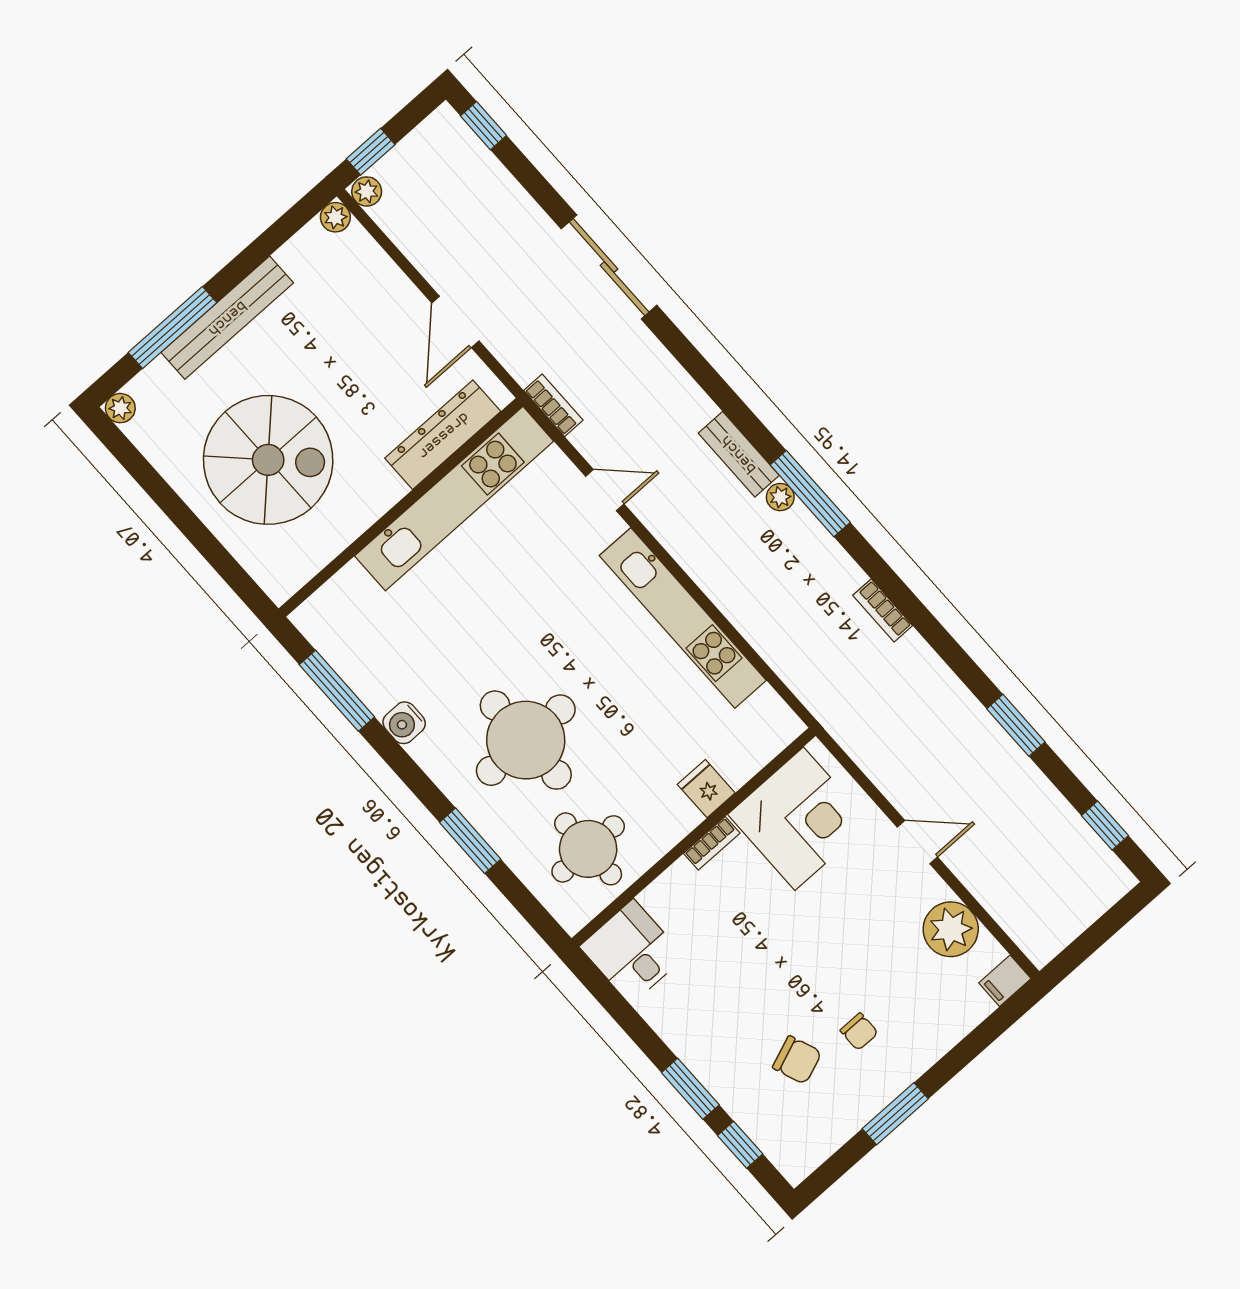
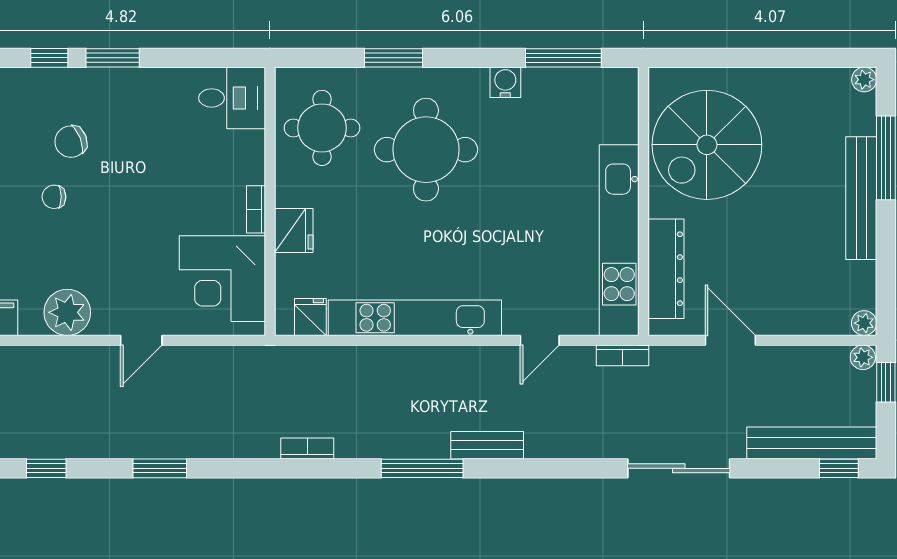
bench: (482, 169) -> (812, 443), added
spiral stairs: (268, 460) -> (707, 145), moved
plant: (780, 497) -> (437, 447), removed
fridge: (764, 711) -> (310, 317), added
fridge: (706, 789) -> (294, 230), width x1.38

